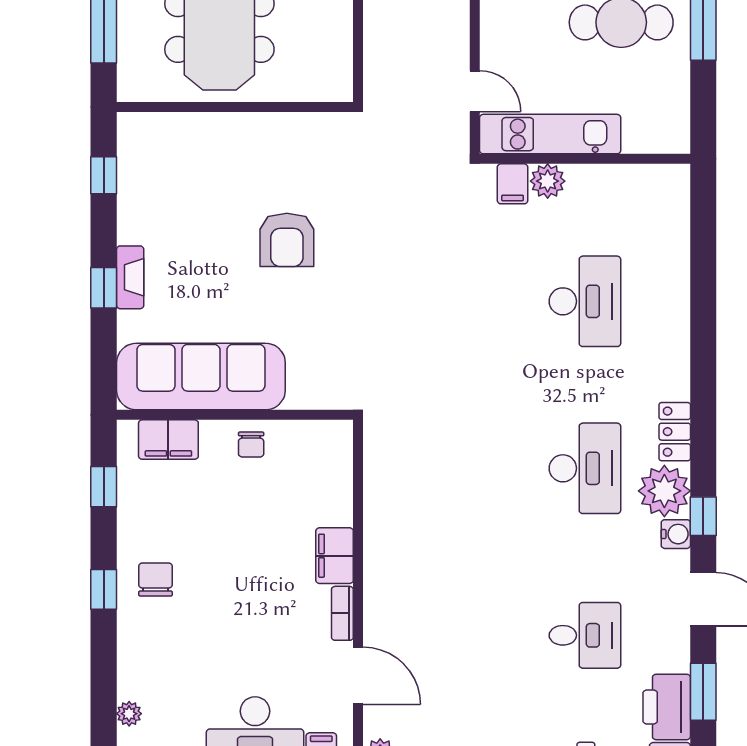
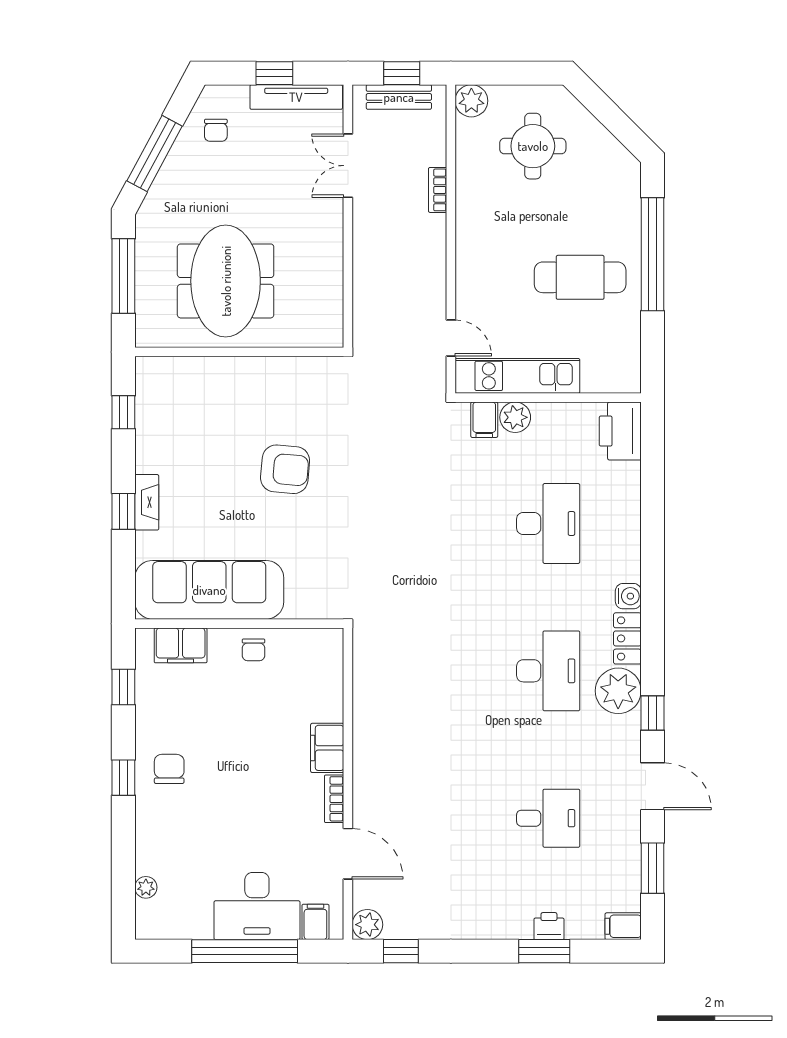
armchair: (287, 240) -> (285, 469), turned -85
water cooler: (676, 534) -> (628, 596), moved
printer: (667, 707) -> (620, 431), moved

